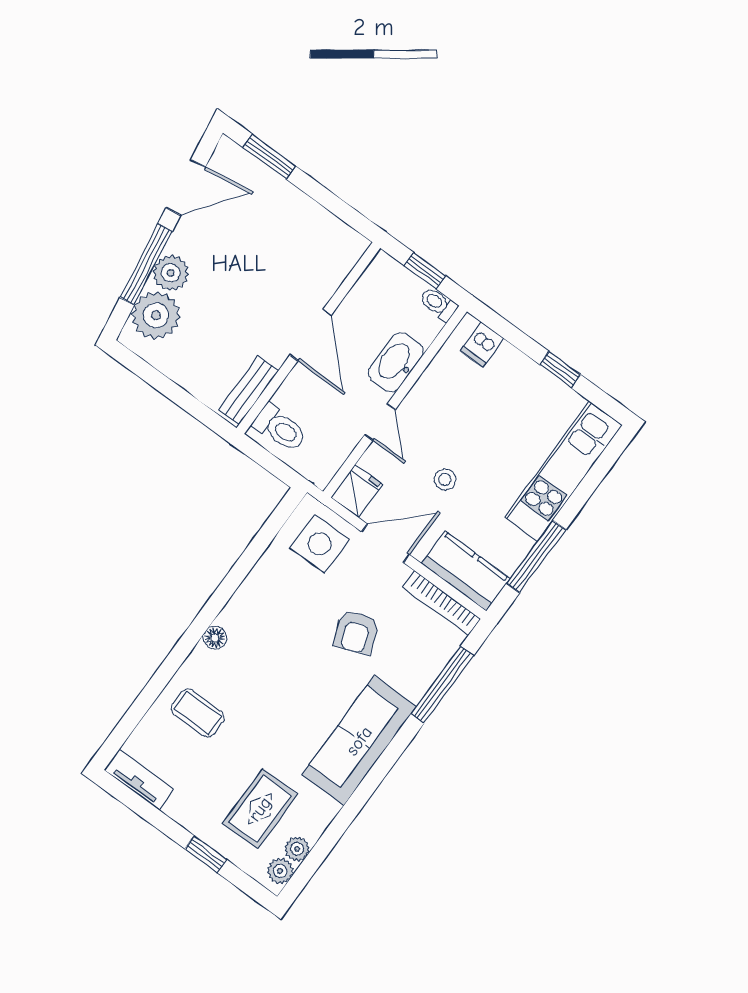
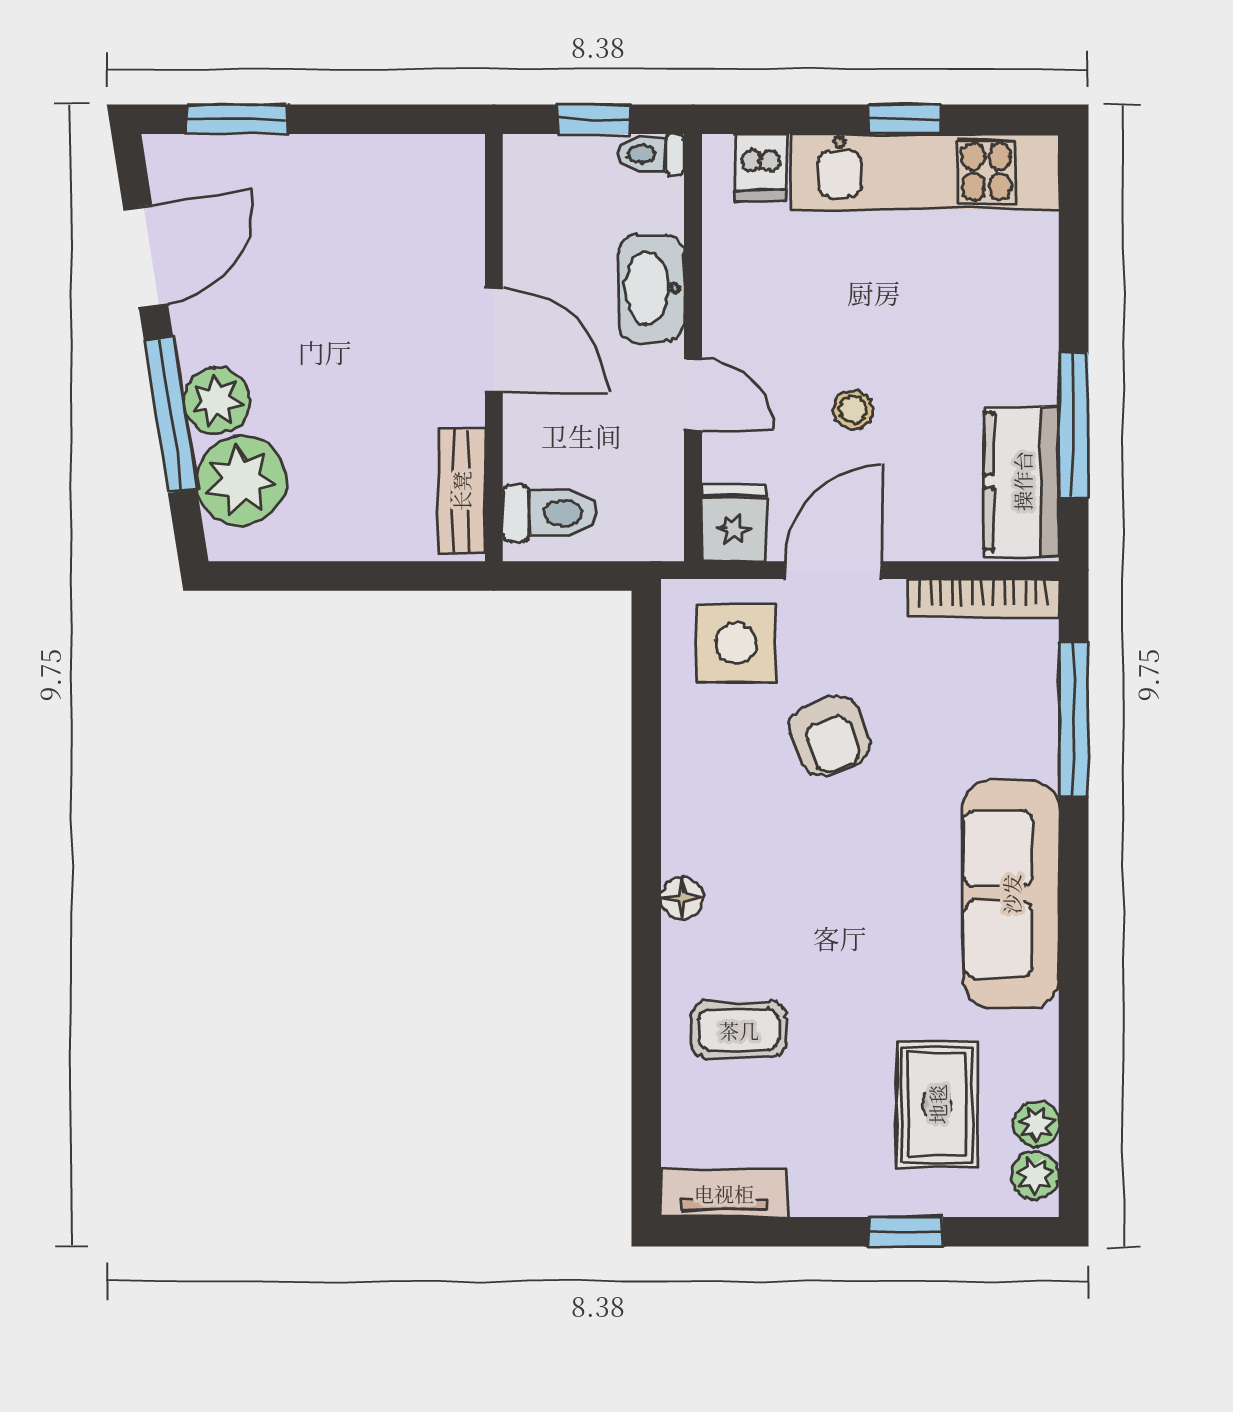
kitchen unit: (563, 471) -> (925, 172), moved, turned -90
kitchen counter: (466, 571) -> (1022, 481), moved, turned -90
armchair: (356, 632) -> (830, 736), moved

